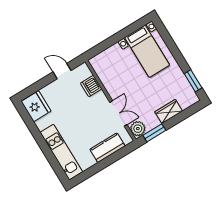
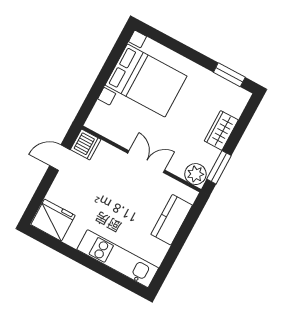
bed with nightstands: (147, 51) -> (146, 81), width x1.36
dishwasher: (91, 86) -> (86, 144), moved, turned -90
double door: (118, 113) -> (146, 162), moved

